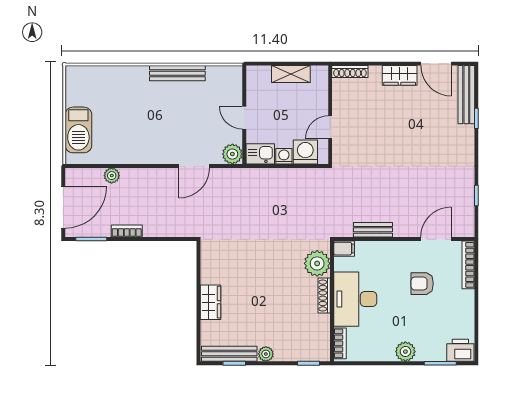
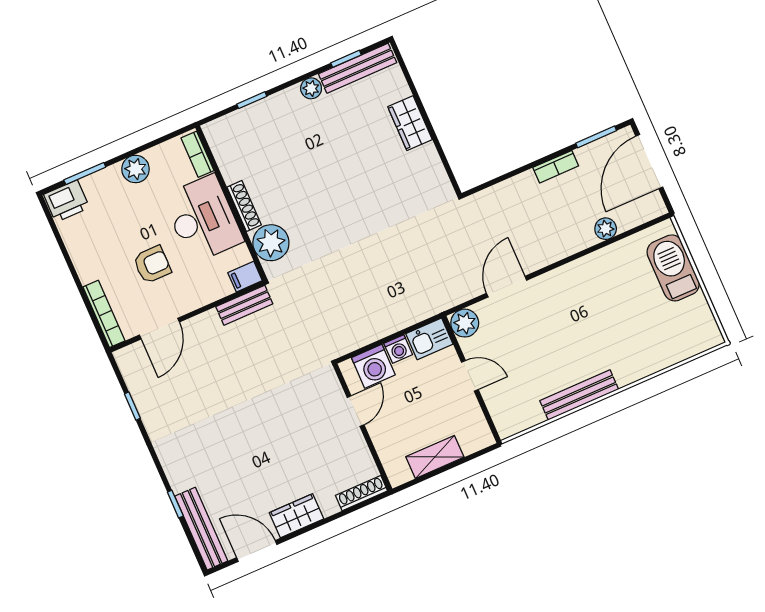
filing cabinet: (344, 249) -> (245, 277), moved
plant: (317, 263) -> (271, 243), moved
shoe rack: (324, 296) -> (244, 206), moved
desk: (355, 299) -> (203, 219), moved
wall: (332, 301) -> (231, 203), moved
bookcase: (340, 343) -> (197, 154), moved

